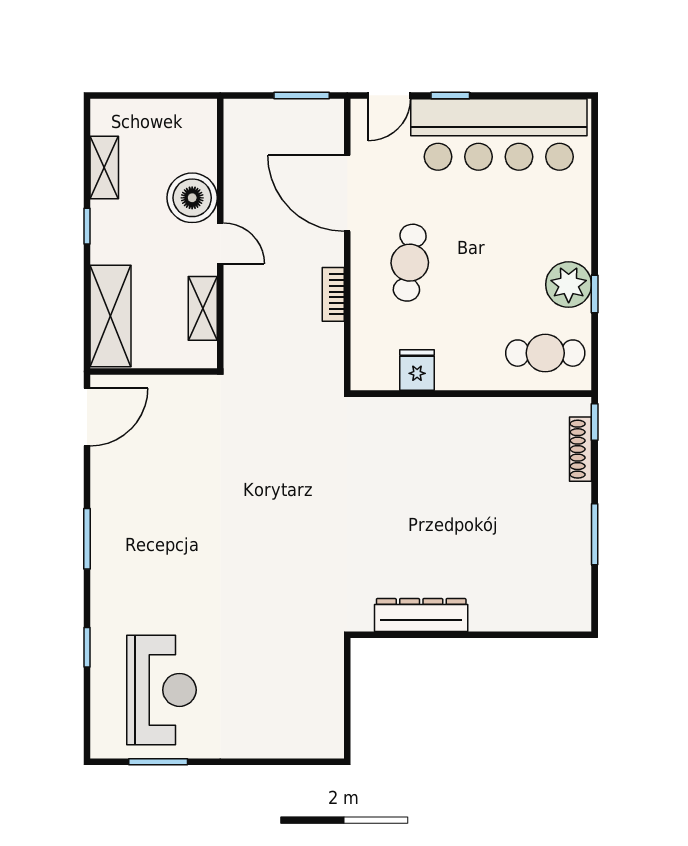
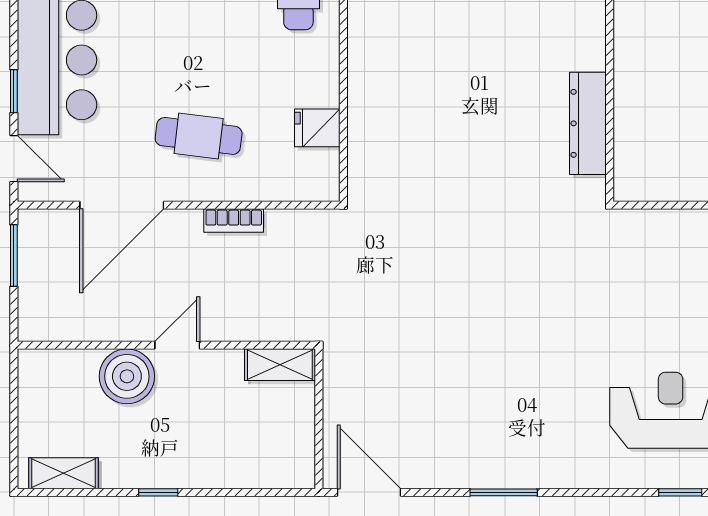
shelving: (104, 168) -> (64, 473), moved
shelving: (203, 308) -> (280, 365), moved
shelving: (111, 316) -> (258, 466), removed
window: (87, 647) -> (680, 492), moved

